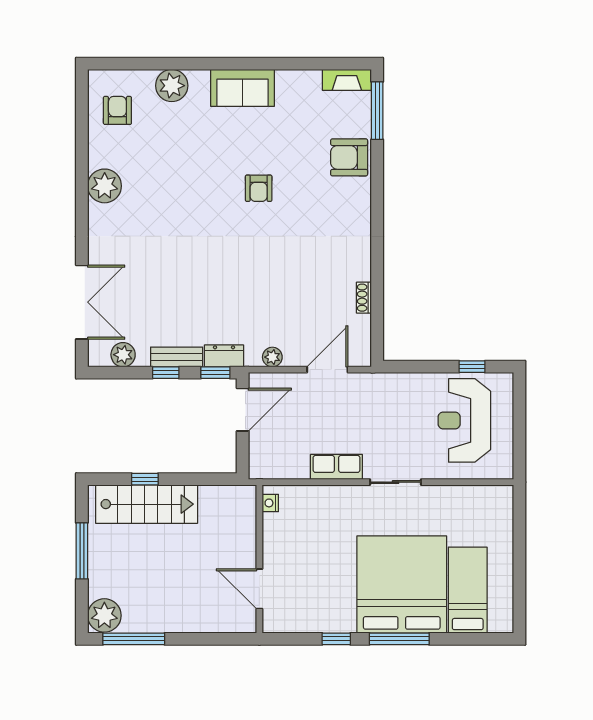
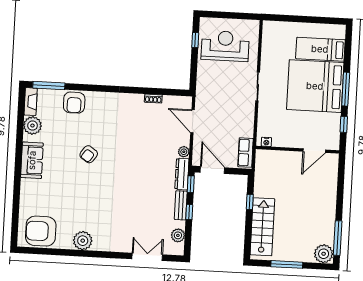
plant: (172, 86) -> (32, 126), moved
armchair: (117, 110) -> (41, 231), width x1.88, depth x1.88
armchair: (259, 188) -> (89, 154), turned 125
double door: (82, 302) -> (147, 257), width x0.73
dresser: (224, 356) -> (182, 174), width x1.44
reception desk: (464, 420) -> (225, 46), turned 180
row of seats: (336, 467) -> (246, 153), moved
window: (145, 479) -> (250, 202), moved
nightstand: (270, 503) -> (266, 142), moved
wall: (259, 559) -> (297, 150), moved
door: (259, 589) -> (314, 151), moved

